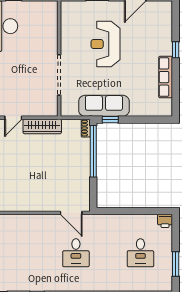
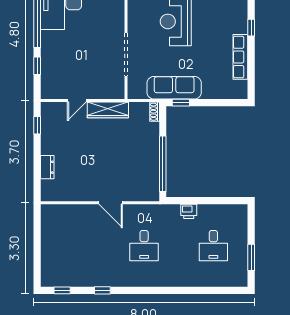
window: (93, 151) -> (163, 164), moved
door: (71, 213) -> (111, 203), moved
printer: (165, 221) -> (189, 211), moved

